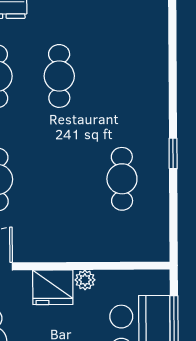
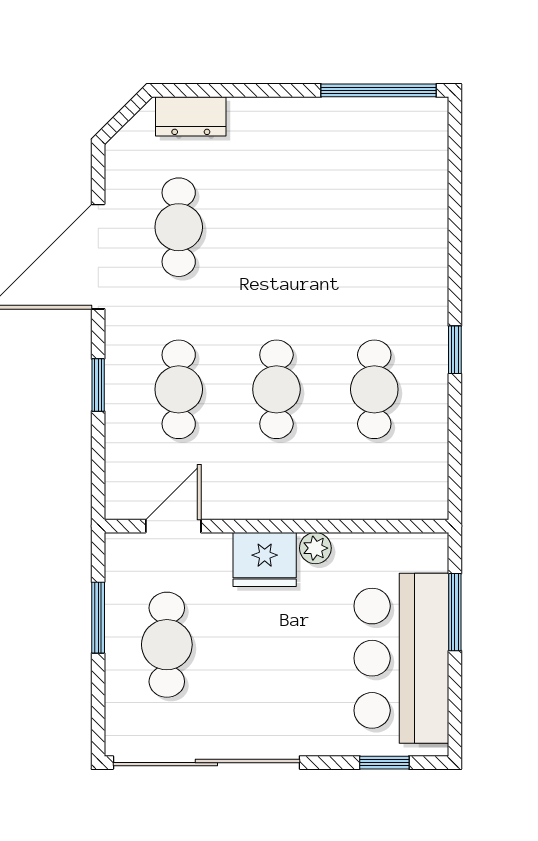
cafe table: (59, 76) -> (276, 389), moved

